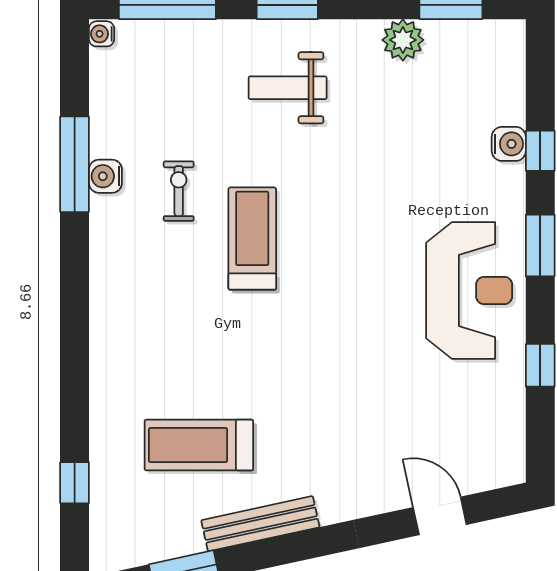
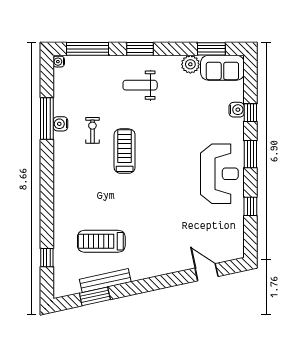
sofa: (476, 48) -> (222, 68), added
bench: (260, 524) -> (105, 281), moved

